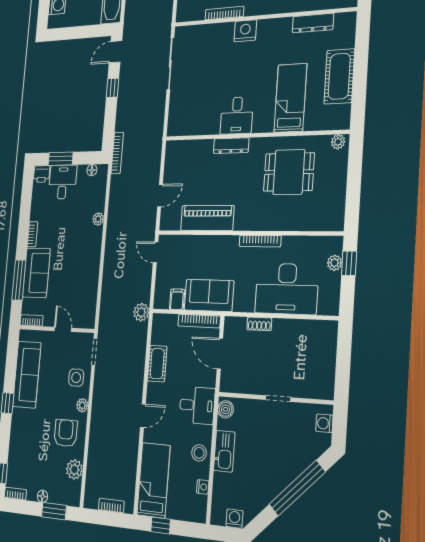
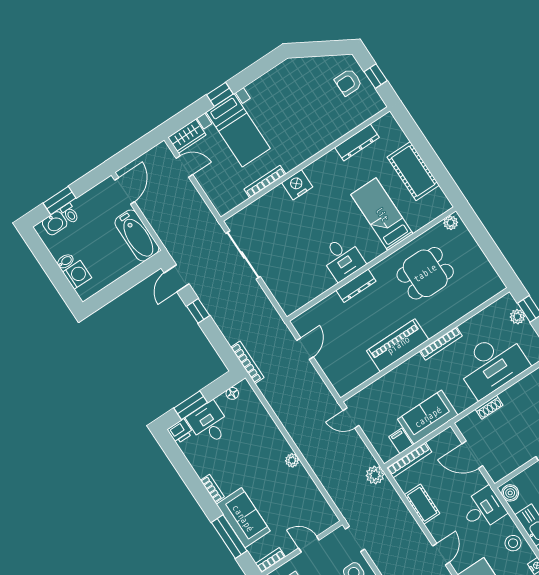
door: (160, 196) -> (305, 349), moved
piano: (207, 218) -> (398, 345), moved
plant: (98, 219) -> (292, 460), moved
bookcase: (199, 321) -> (409, 460), moved

